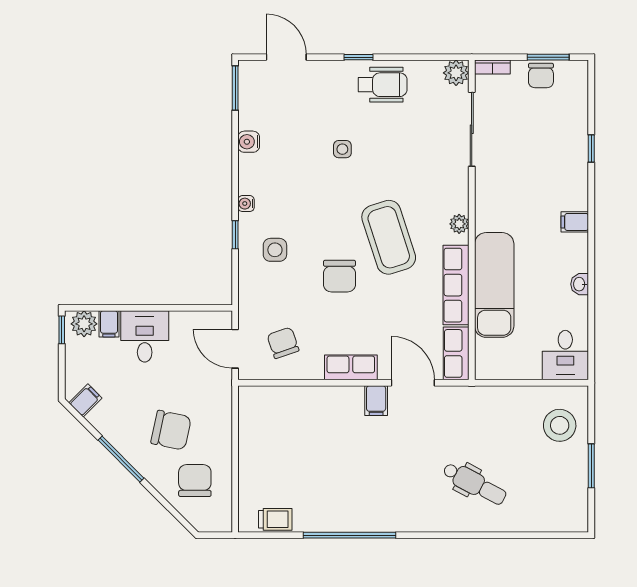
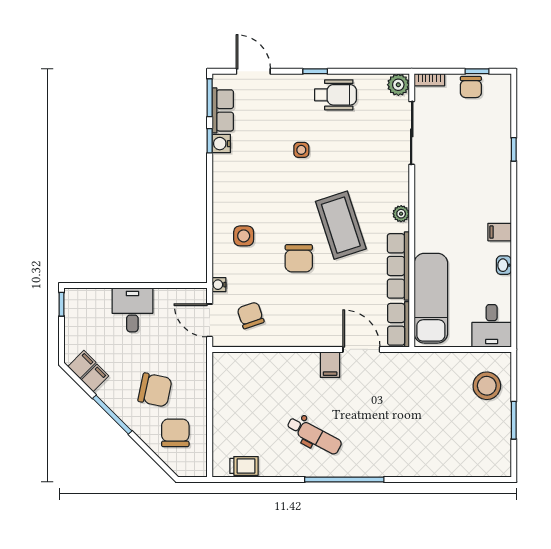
window: (548, 57) -> (477, 71), width x0.67
water cooler: (246, 204) -> (219, 285), moved
filing cabinet: (575, 222) -> (500, 232), moved
window: (235, 235) -> (210, 141), moved
exam couch: (494, 285) -> (431, 298), moved
plant: (84, 324) -> (81, 299), removed
filing cabinet: (109, 324) -> (95, 378), moved, turned -135
row of seats: (351, 367) -> (223, 110), moved, turned 90
dental chair: (475, 484) -> (314, 435), moved
window: (349, 535) -> (344, 479), moved

